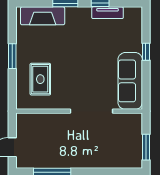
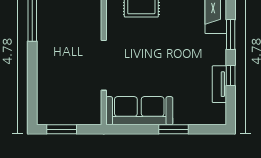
window: (146, 52) -> (174, 129), width x1.50

